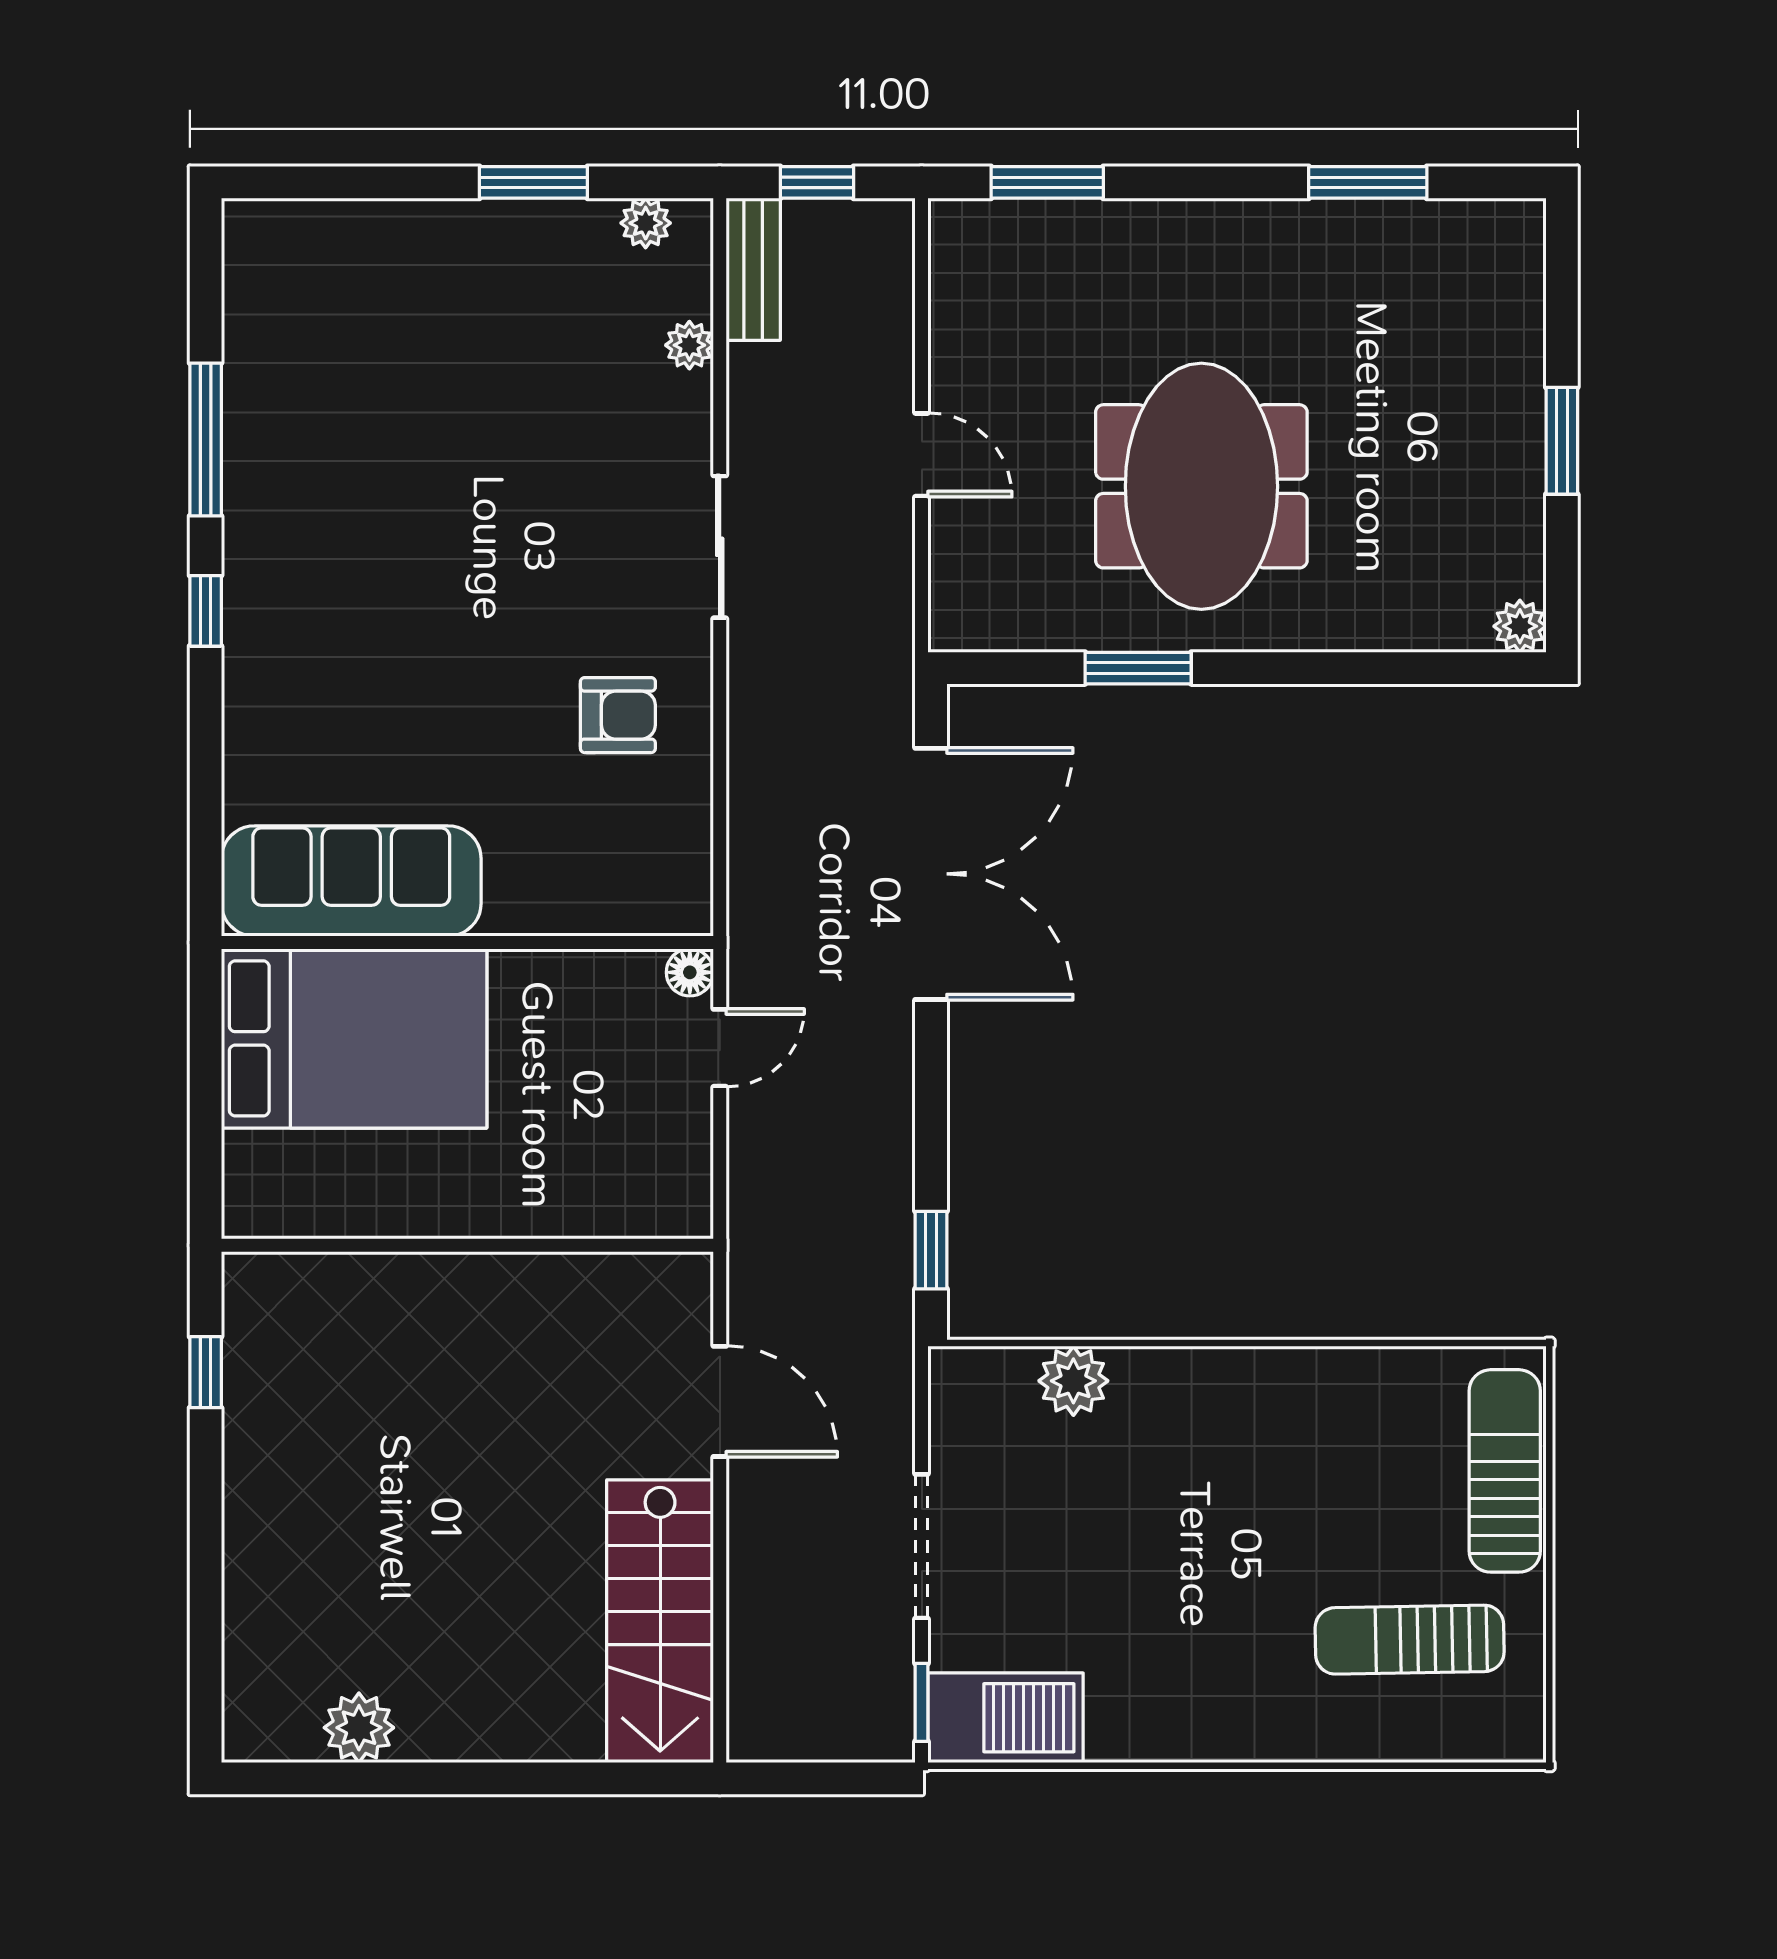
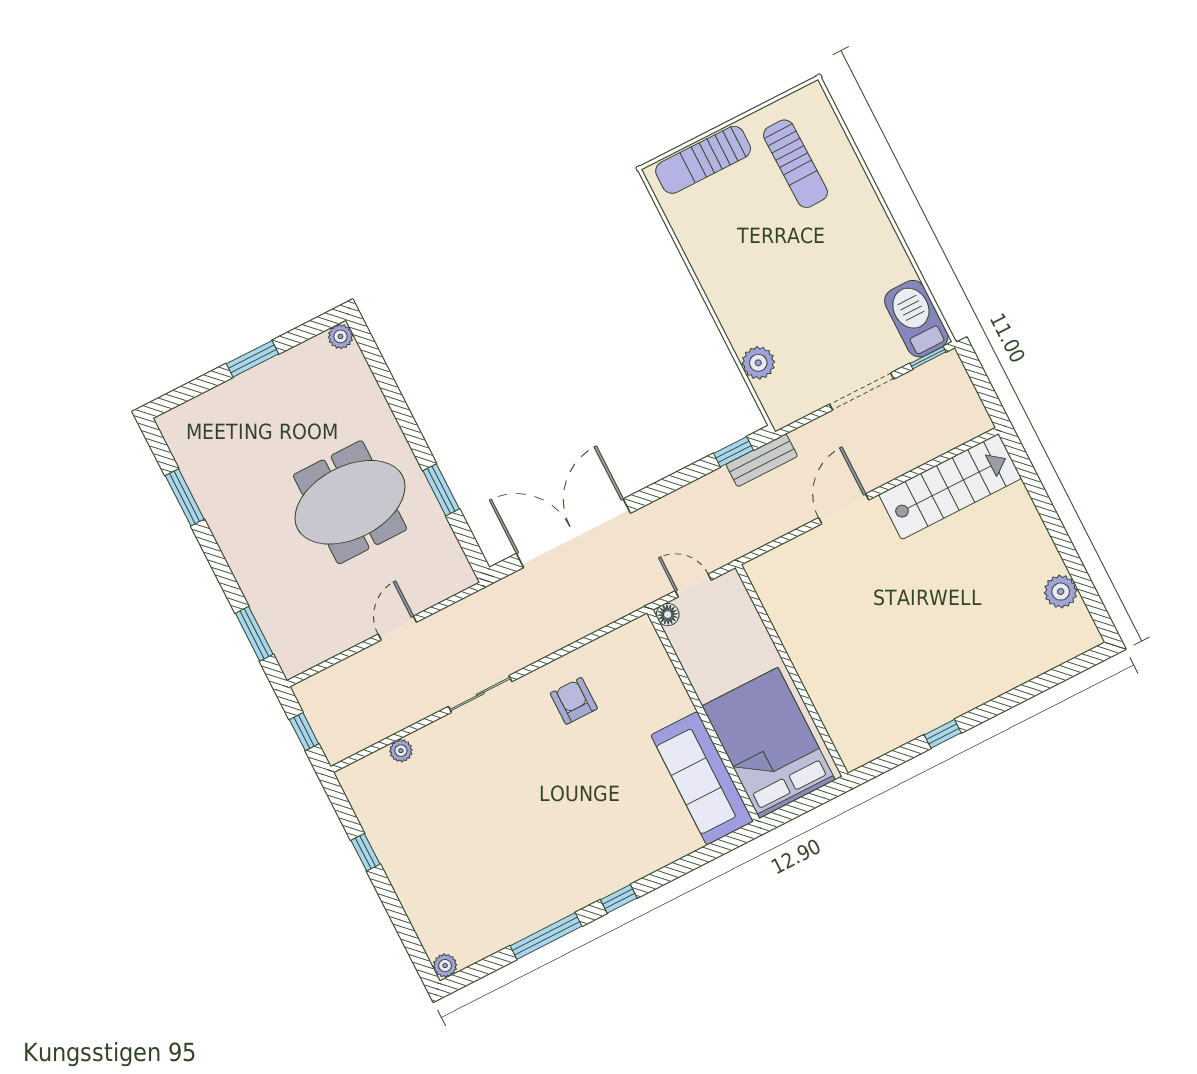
window: (533, 182) -> (366, 852), width x0.67
plant: (646, 223) -> (445, 966), moved
bench: (753, 269) -> (762, 460), moved
wall: (467, 1245) -> (792, 670), moved

